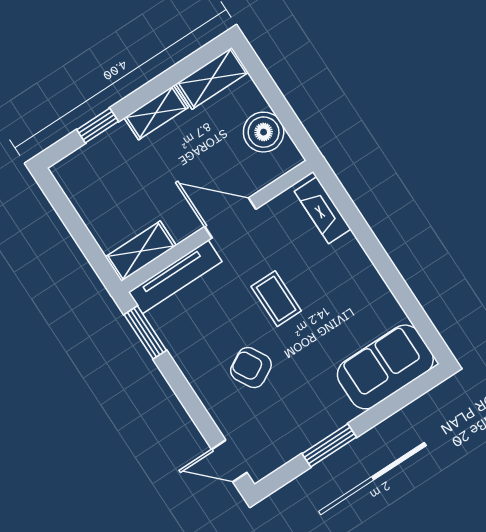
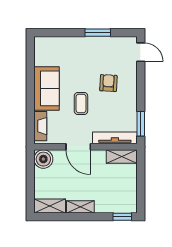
window: (98, 126) -> (122, 217), moved
boiler: (264, 132) -> (43, 159), moved
sofa: (385, 367) -> (47, 88), moved, turned -90
armchair: (251, 368) -> (108, 83), turned -148

